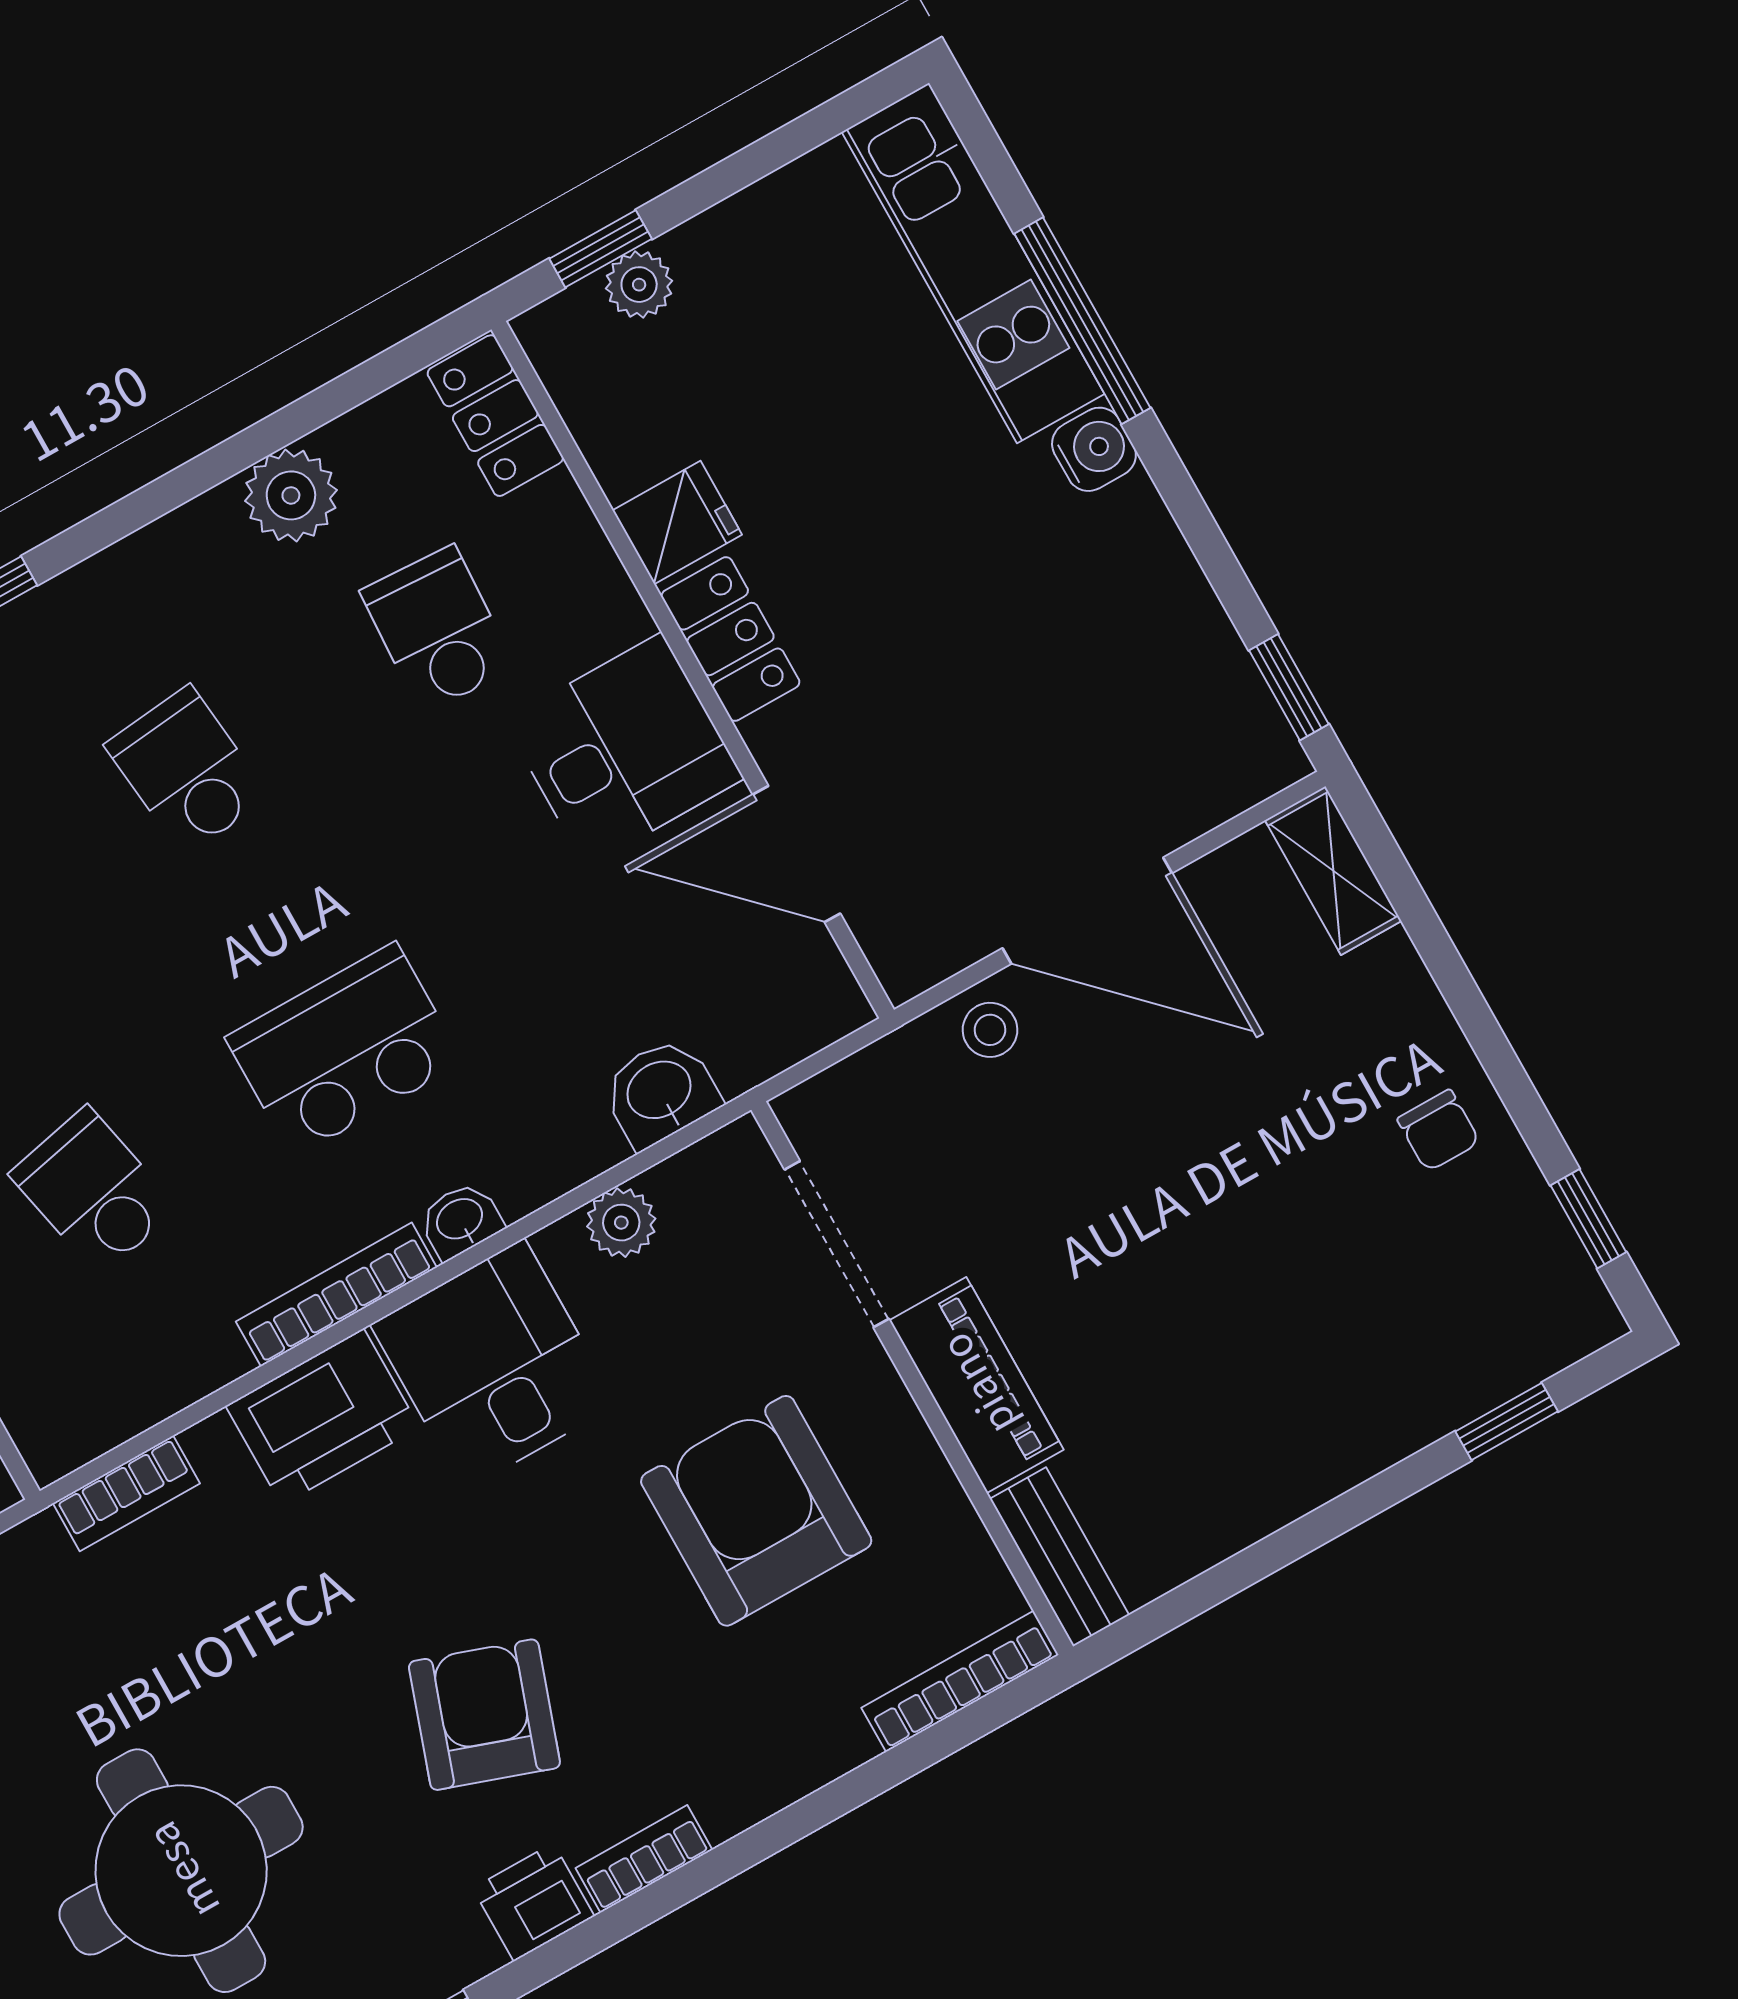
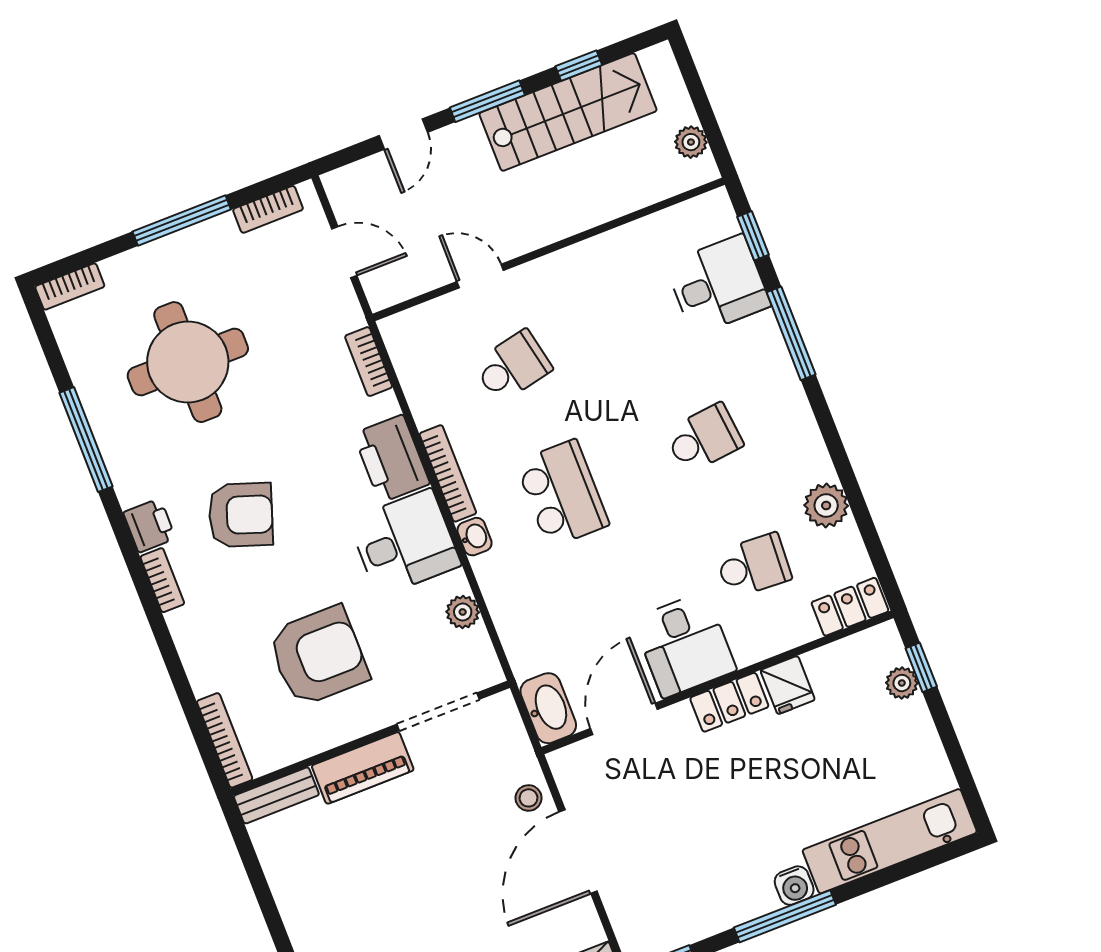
window: (1082, 321) -> (785, 916), moved
washbasin: (660, 1092) -> (548, 708), moved, width x1.38

